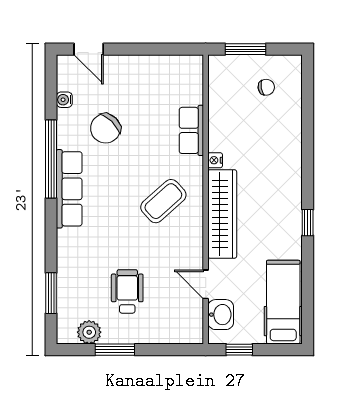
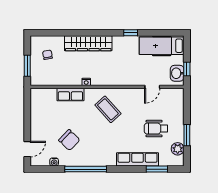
row of seats: (69, 189) -> (138, 159), moved
wardrobe: (222, 214) -> (88, 43), moved, turned 180
window: (308, 223) -> (131, 33), moved
washbasin: (221, 315) -> (177, 73), moved, turned -90

